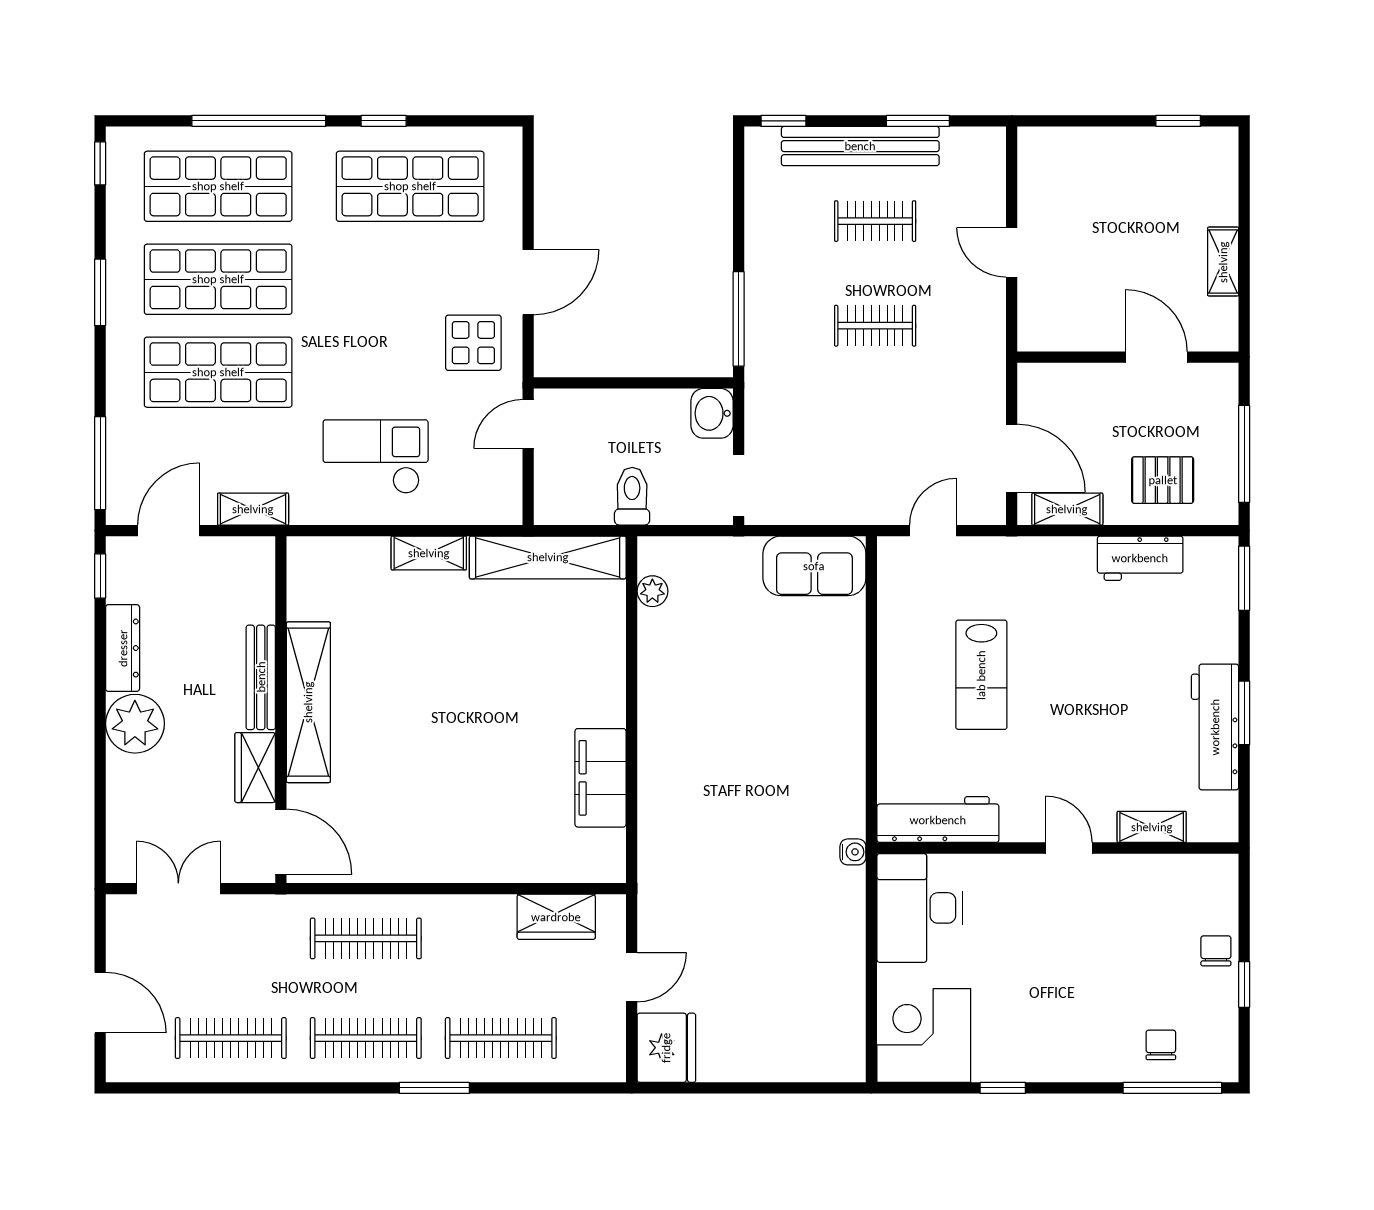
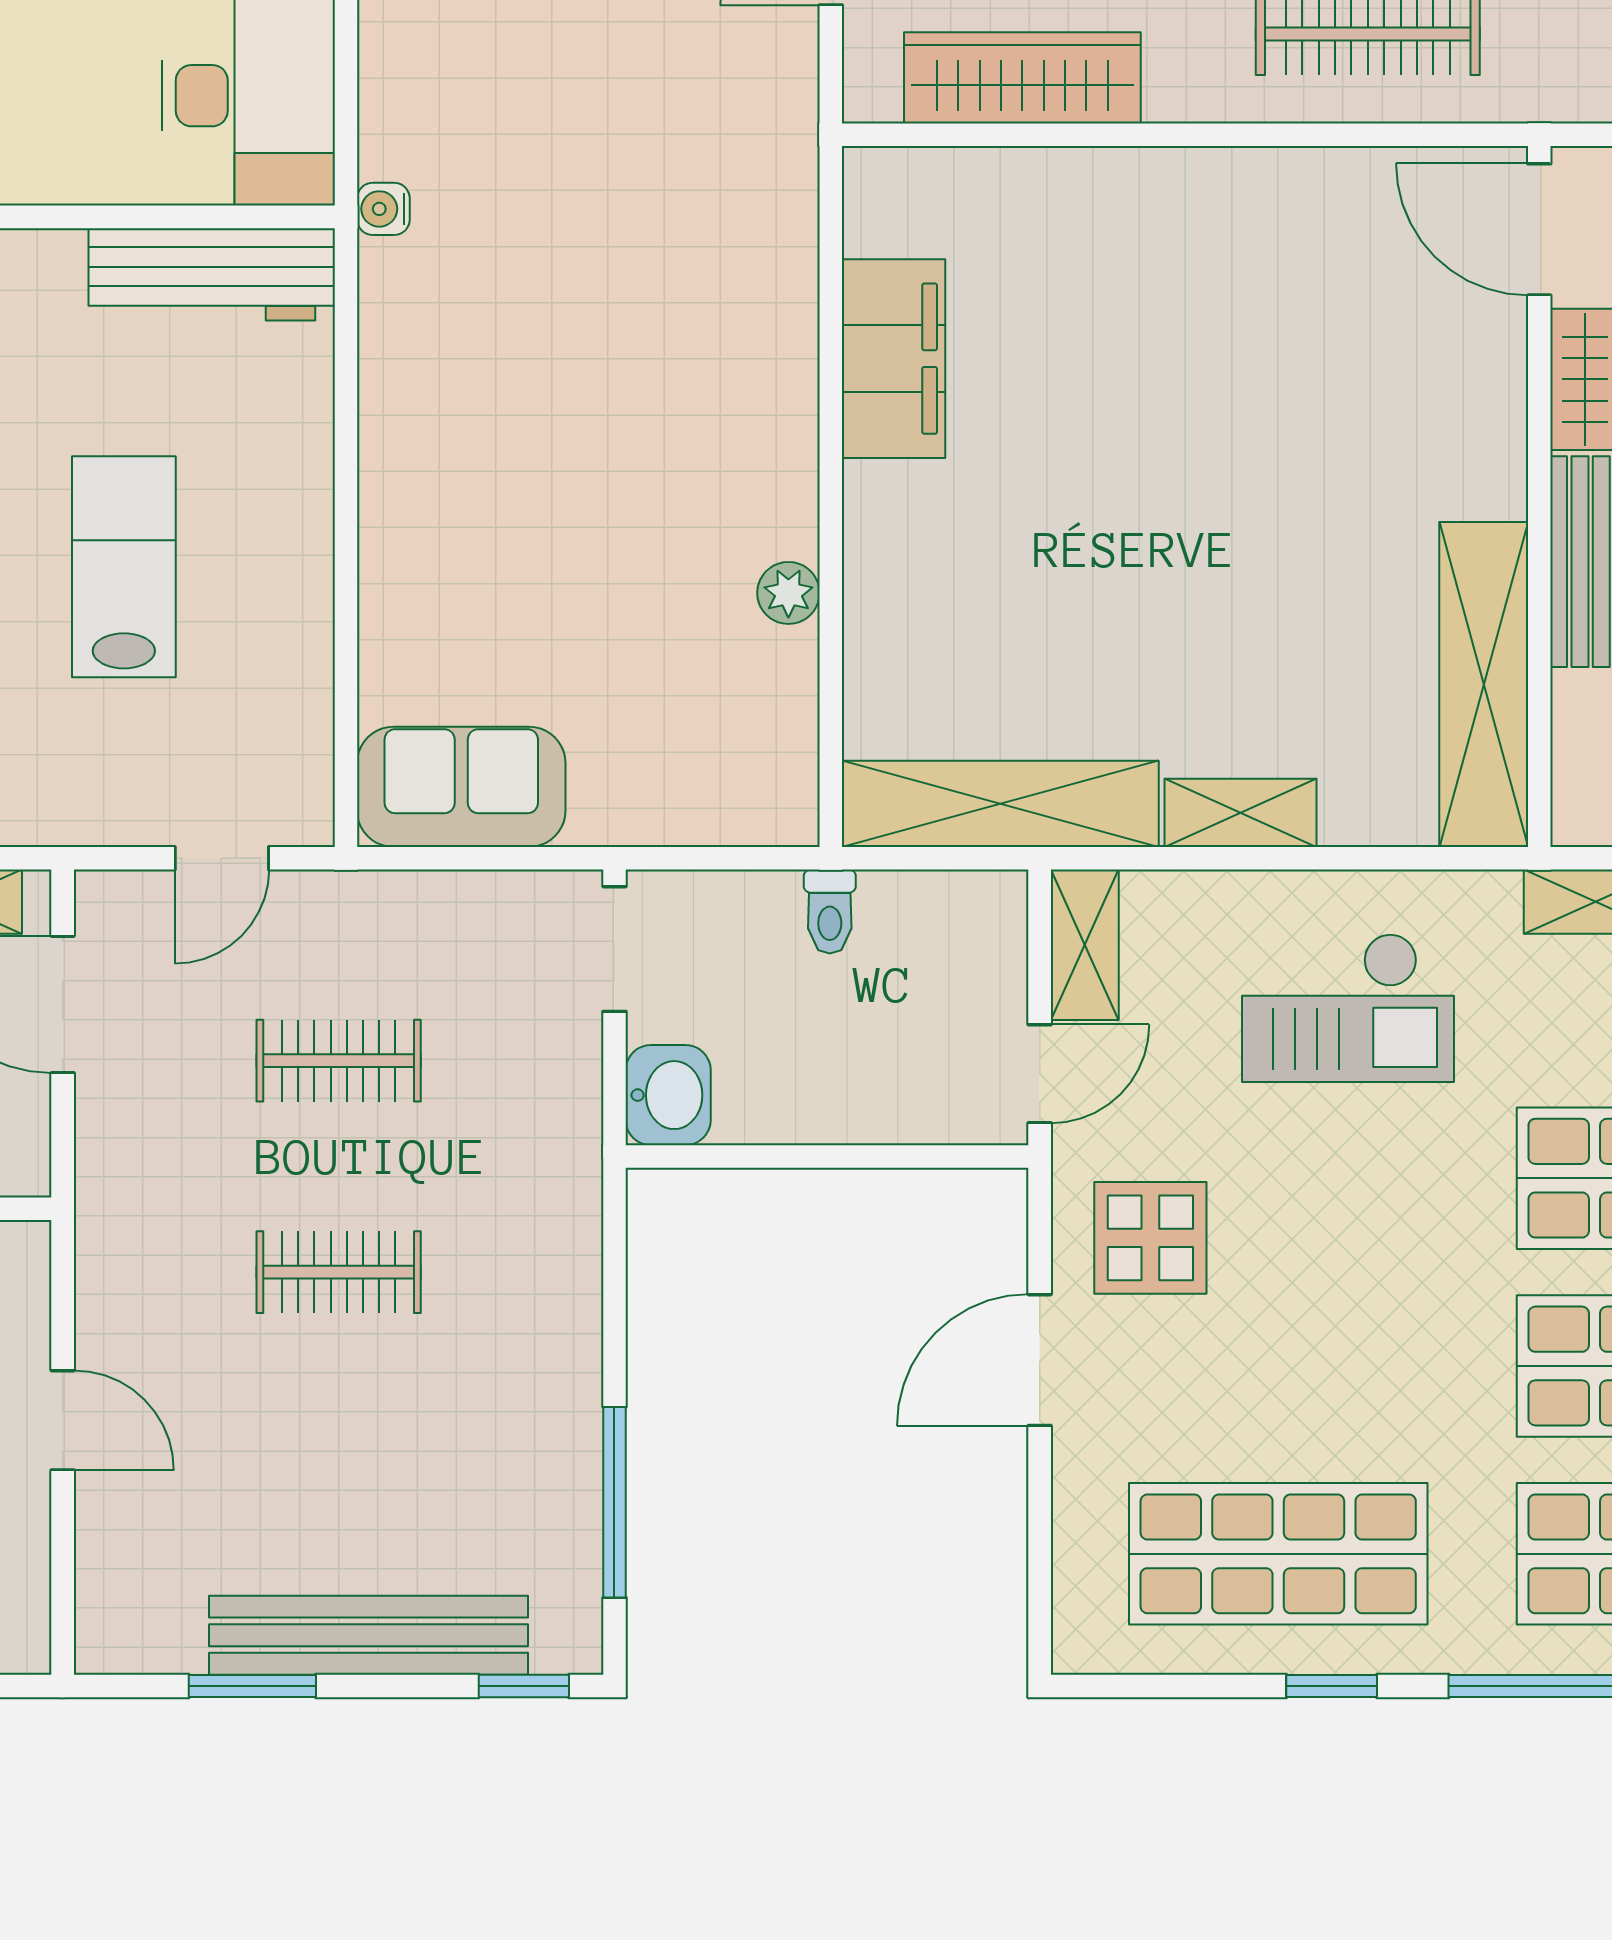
clothes rail: (875, 221) -> (339, 1061), moved
window: (739, 319) -> (614, 1502), moved
shelving: (506, 488) -> (1085, 945), added
toilet: (632, 496) -> (830, 912), width x0.73, depth x0.72
plant: (652, 591) -> (788, 593), moved
shelving: (308, 702) -> (1484, 684), moved
wardrobe: (556, 917) -> (1022, 78), width x1.50

